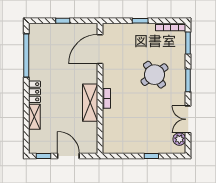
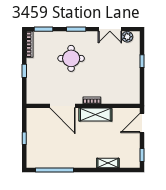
door: (100, 49) -> (63, 106), moved
round table: (155, 75) -> (71, 58), turned 36
locker: (35, 92) -> (86, 163), removed
door: (68, 156) -> (142, 123), moved

